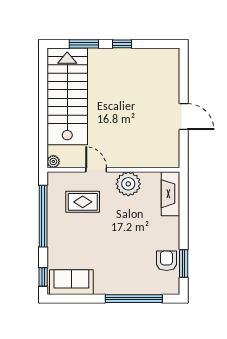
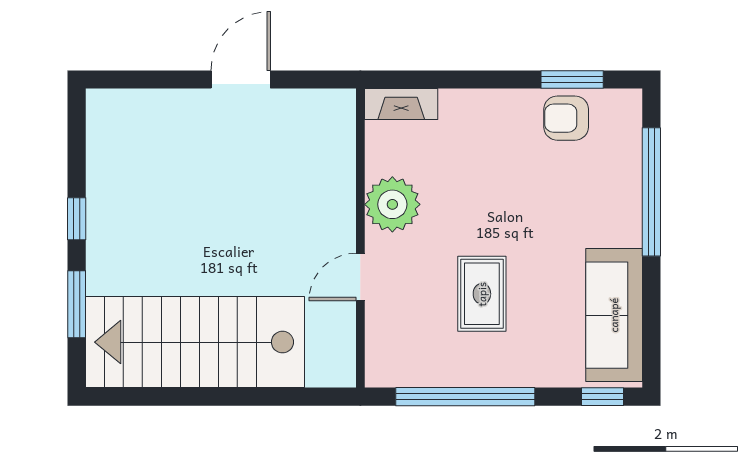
plant: (53, 161) -> (342, 373), removed
fireplace: (171, 194) -> (401, 104), width x0.73, depth x0.76
rug: (83, 202) -> (482, 294), moved
sofa: (71, 282) -> (614, 315), width x1.36

